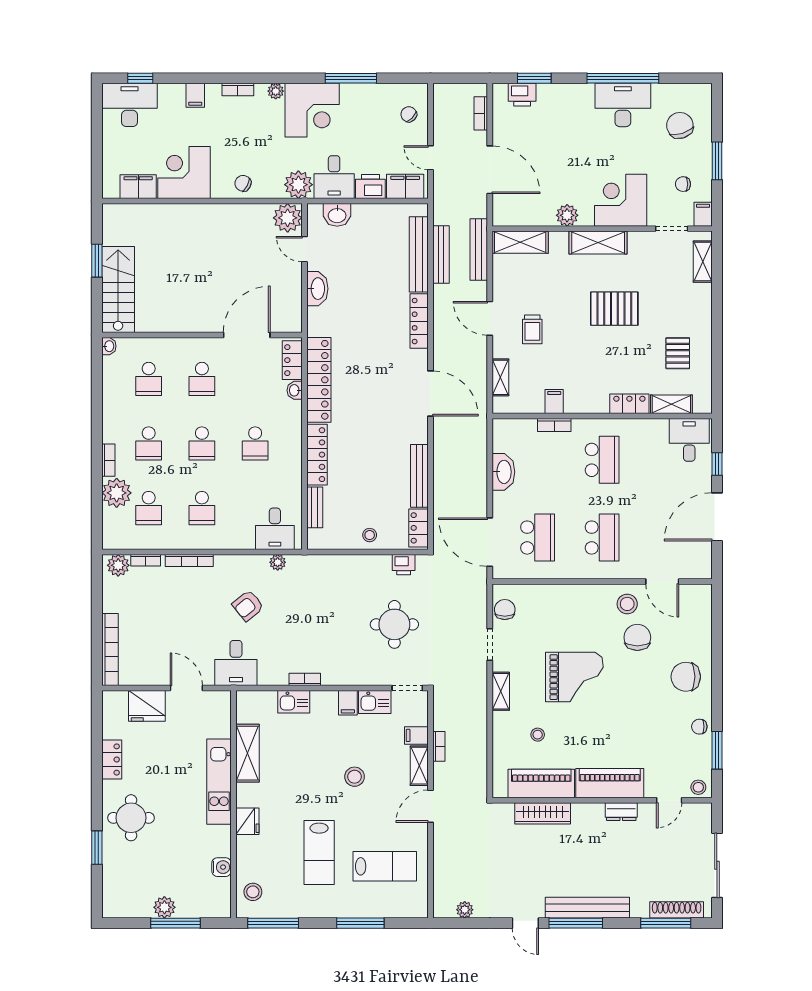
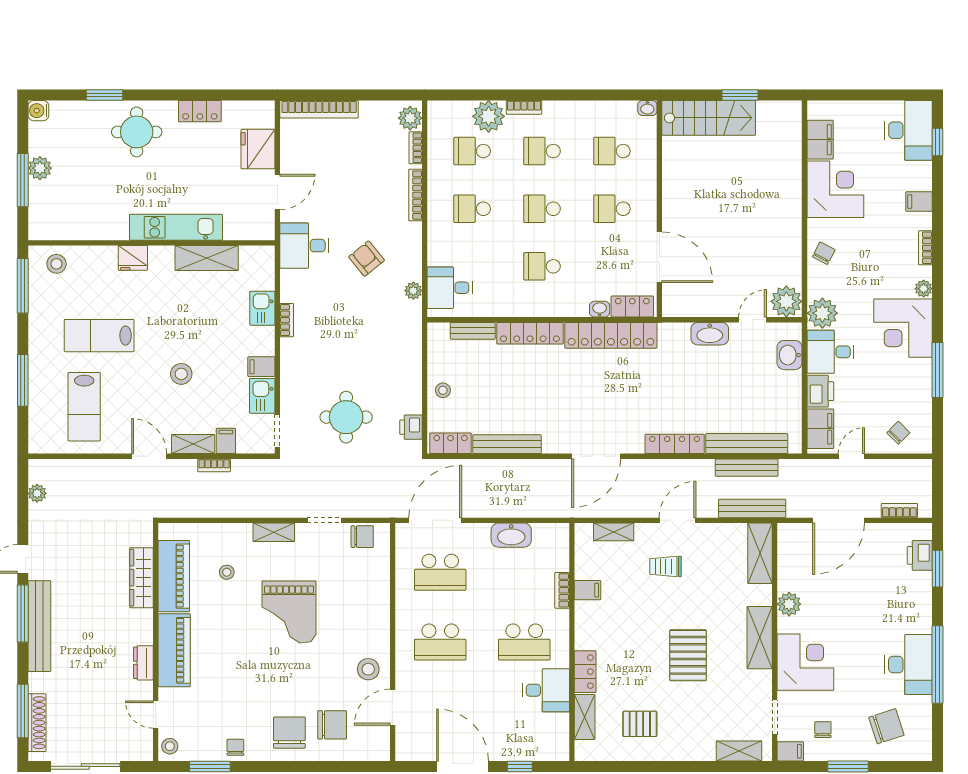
desk: (689, 440) -> (546, 690), moved
chair: (637, 637) -> (332, 725), moved
water cooler: (222, 867) -> (38, 111), moved, turned 90

